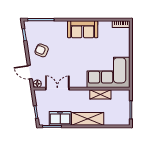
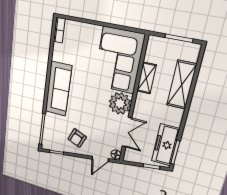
sofa: (83, 29) -> (58, 89), width x1.36
plant: (78, 79) -> (120, 103), added
double door: (57, 89) -> (127, 132), swing flipped
freezer: (60, 118) -> (166, 145), width x1.40
shelving: (88, 119) -> (182, 85), moved

